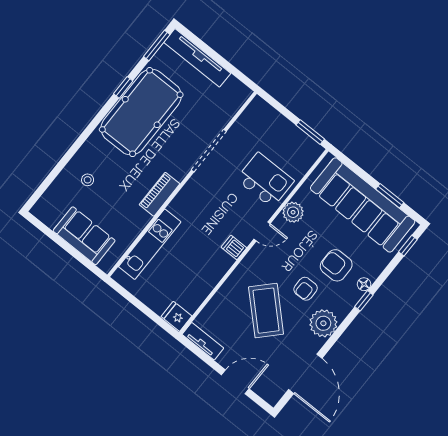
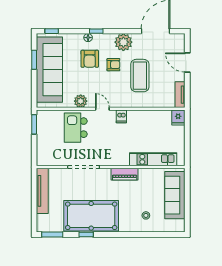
tv unit: (197, 58) -> (42, 191), moved
sofa: (84, 236) -> (175, 195), width x1.36
coffee table: (266, 311) -> (140, 76), turned -44

